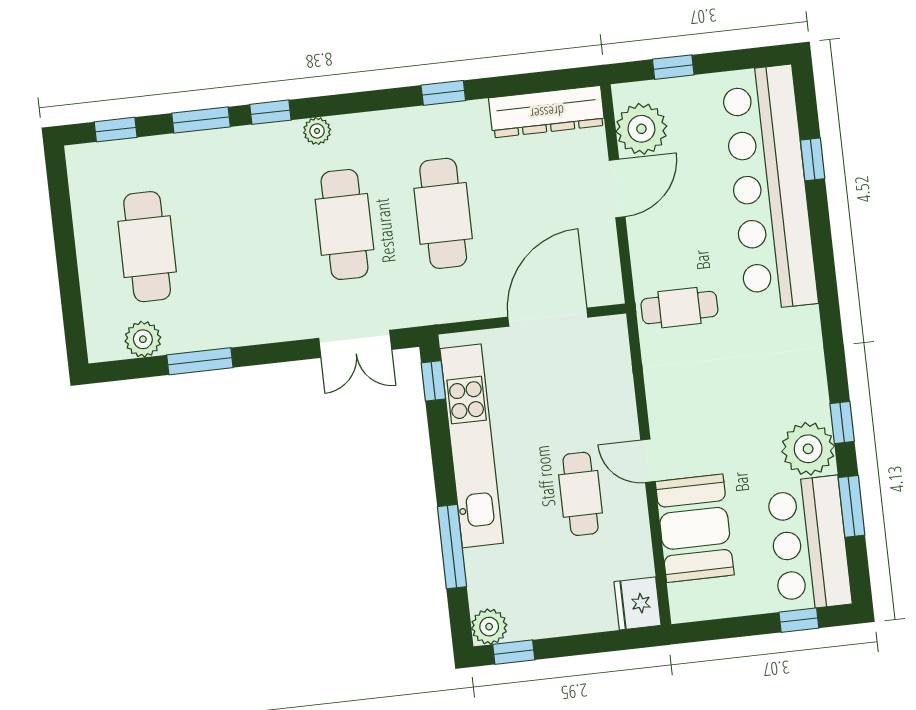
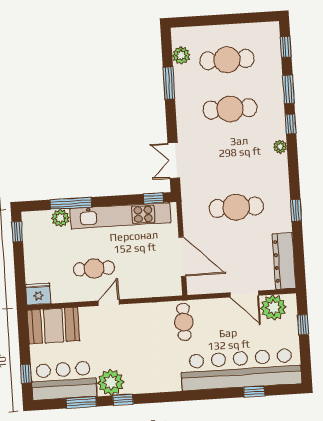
cafe table: (344, 224) -> (230, 109), moved
booth: (695, 528) -> (53, 326), moved
plant: (489, 627) -> (60, 218), moved

